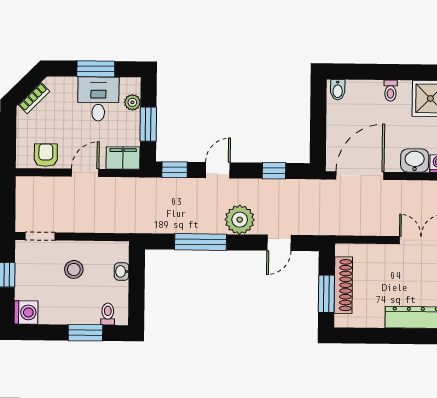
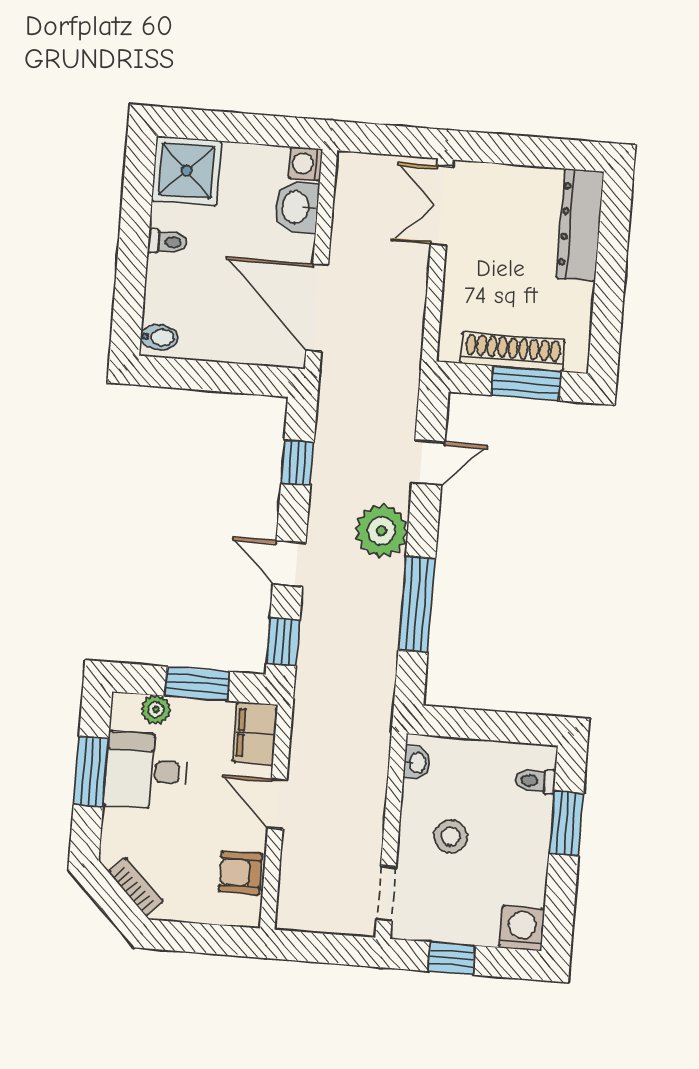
door: (279, 243) -> (428, 463), hinge flipped
washbasin: (122, 271) -> (417, 763), moved, turned -90

